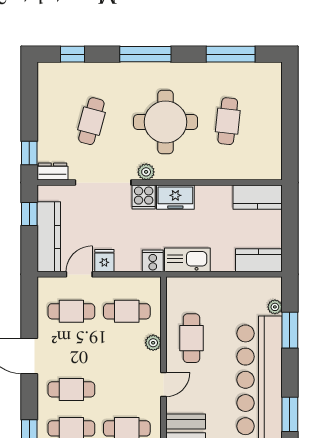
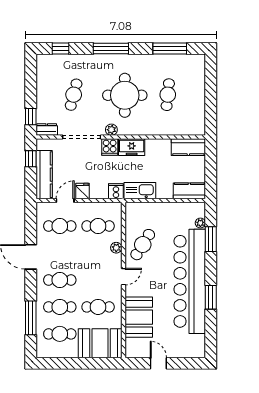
cafe table: (191, 338) -> (143, 245), turned 32

